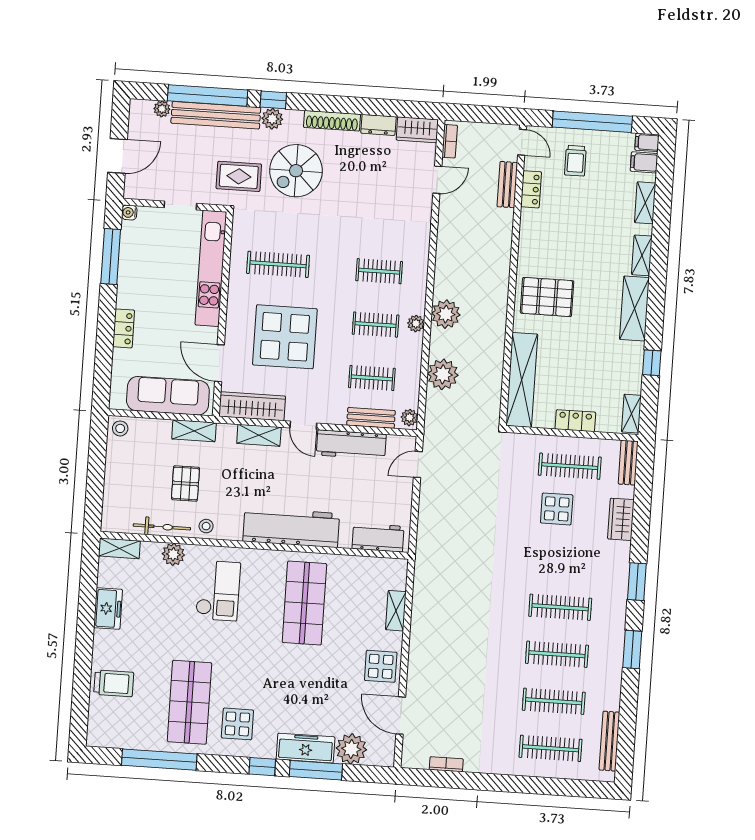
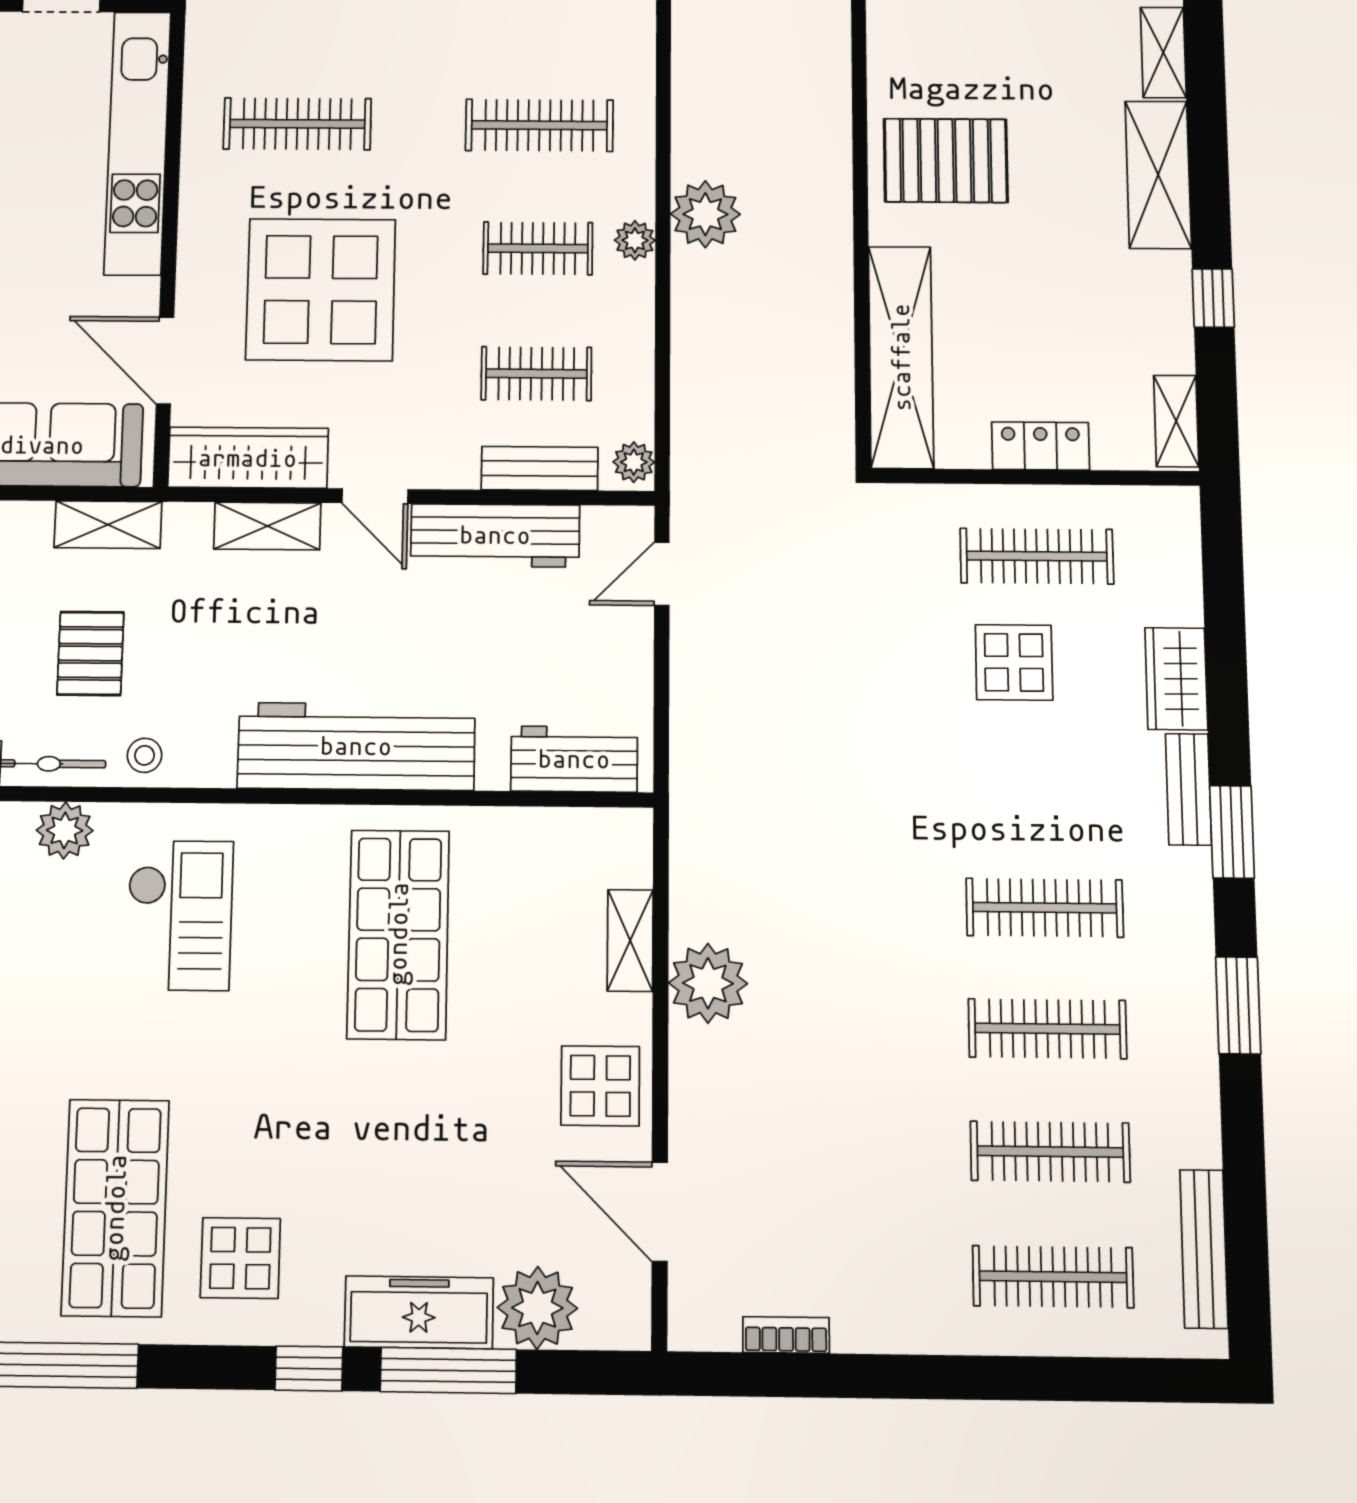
clothes rail: (379, 271) -> (539, 125), width x1.36
plant: (443, 374) -> (708, 983), moved
bench: (628, 463) -> (1188, 789), moved

